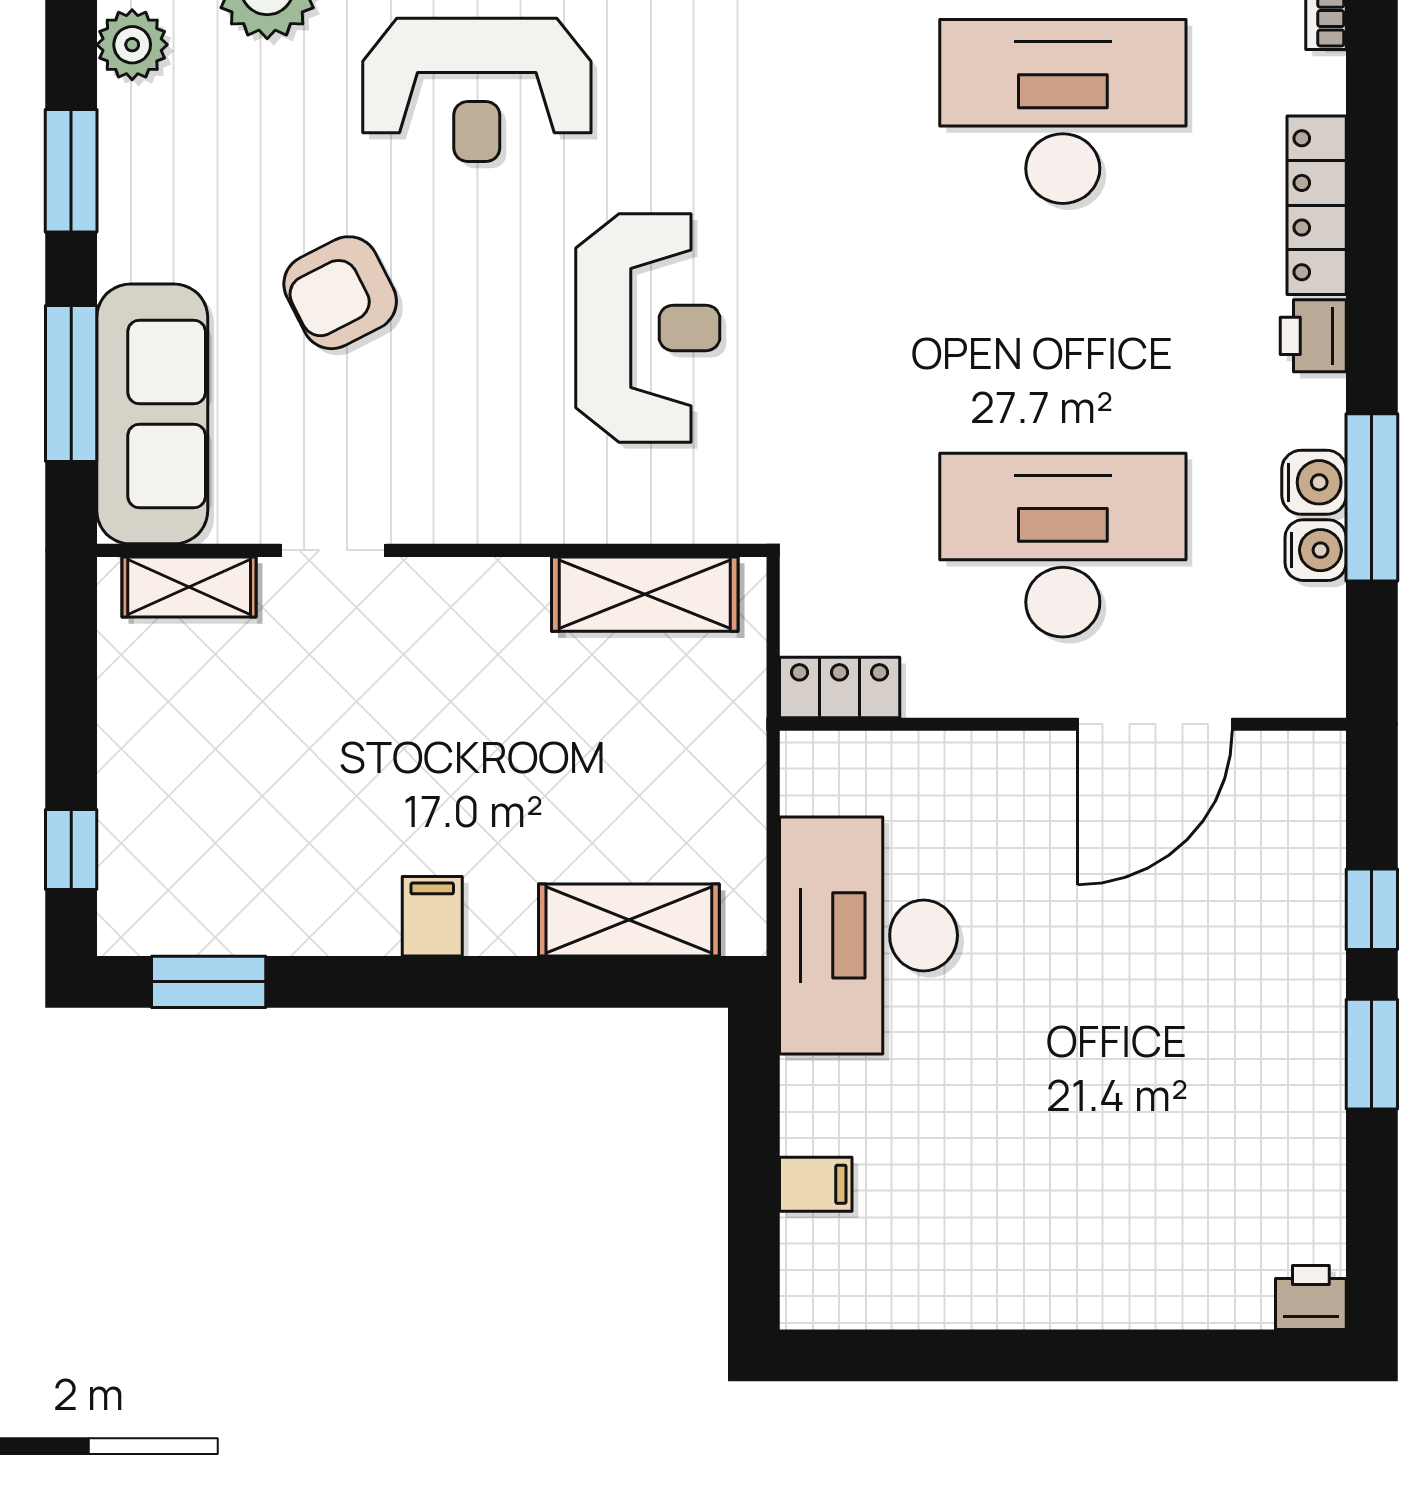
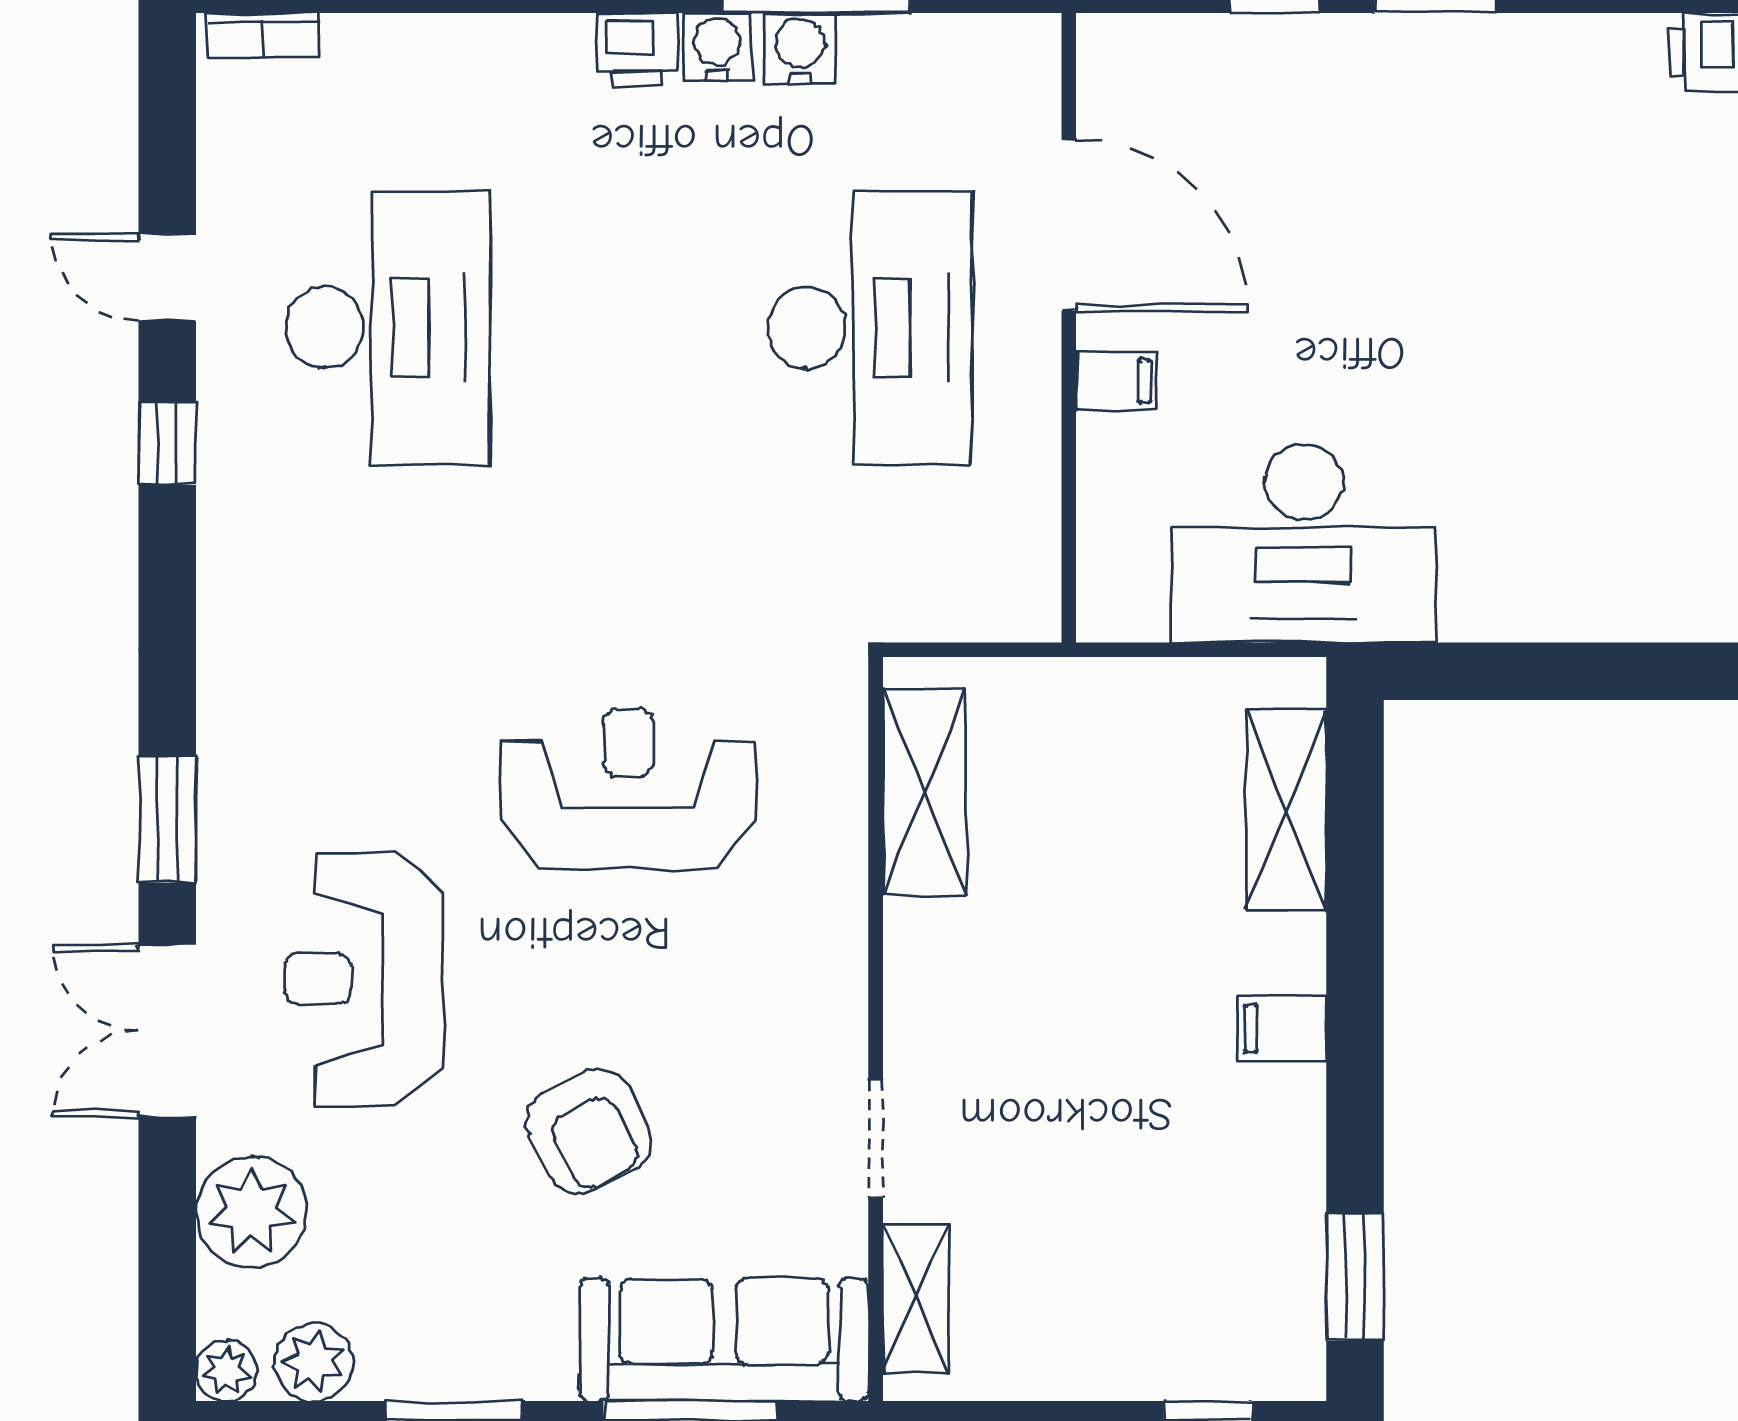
reception desk: (477, 90) -> (364, 979), turned 180
desk: (1063, 111) -> (388, 328), turned 180
locker: (1317, 205) -> (492, 46), removed
desk: (1063, 545) -> (870, 328), turned 180
water cooler: (1316, 550) -> (717, 47), moved
locker: (840, 688) -> (1028, 576), removed
filing cabinet: (816, 1184) -> (1116, 381), moved, turned 90

